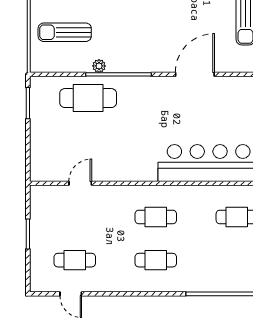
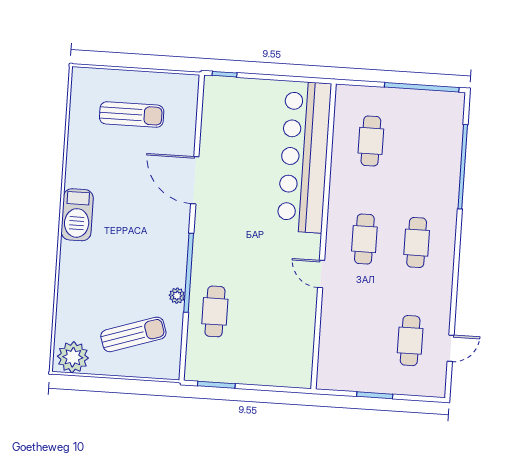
sun lounger: (65, 32) -> (133, 334), turned -108
cafe table: (88, 98) -> (215, 311), width x0.73, depth x0.74
door: (80, 183) -> (321, 274), moved

